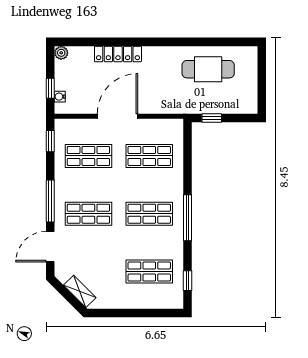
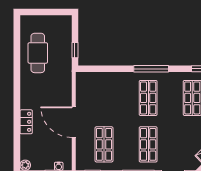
locker: (118, 54) -> (26, 122), width x0.66
shop shelf: (149, 156) -> (104, 98), removed

